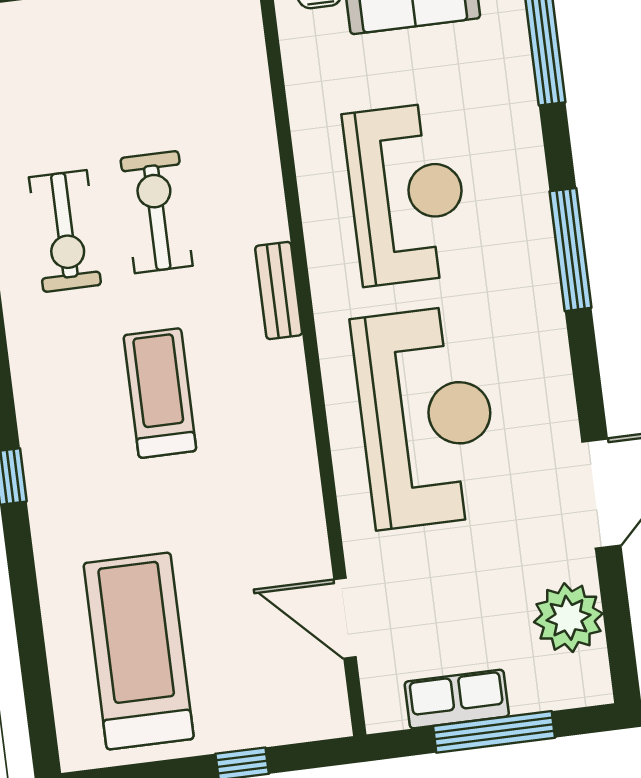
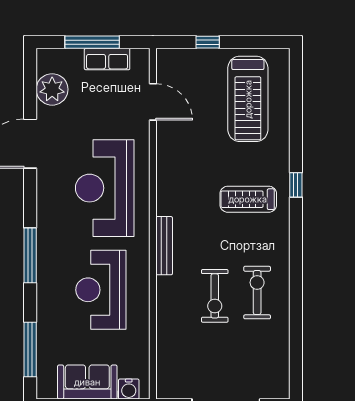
bench: (279, 290) -> (164, 246), width x1.36
treadmill: (160, 393) -> (248, 199), moved, turned 90

